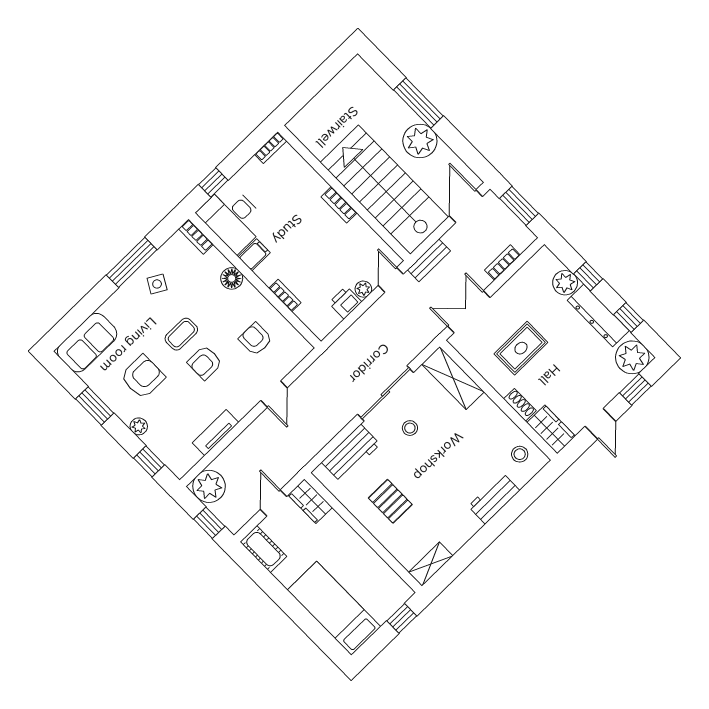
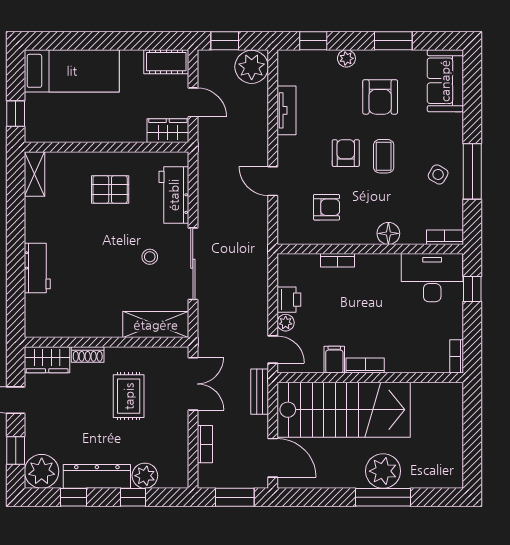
plant: (420, 141) -> (383, 471), moved
filing cabinet: (254, 255) -> (334, 360), moved, turned 180
stool: (520, 454) -> (51, 319), removed

